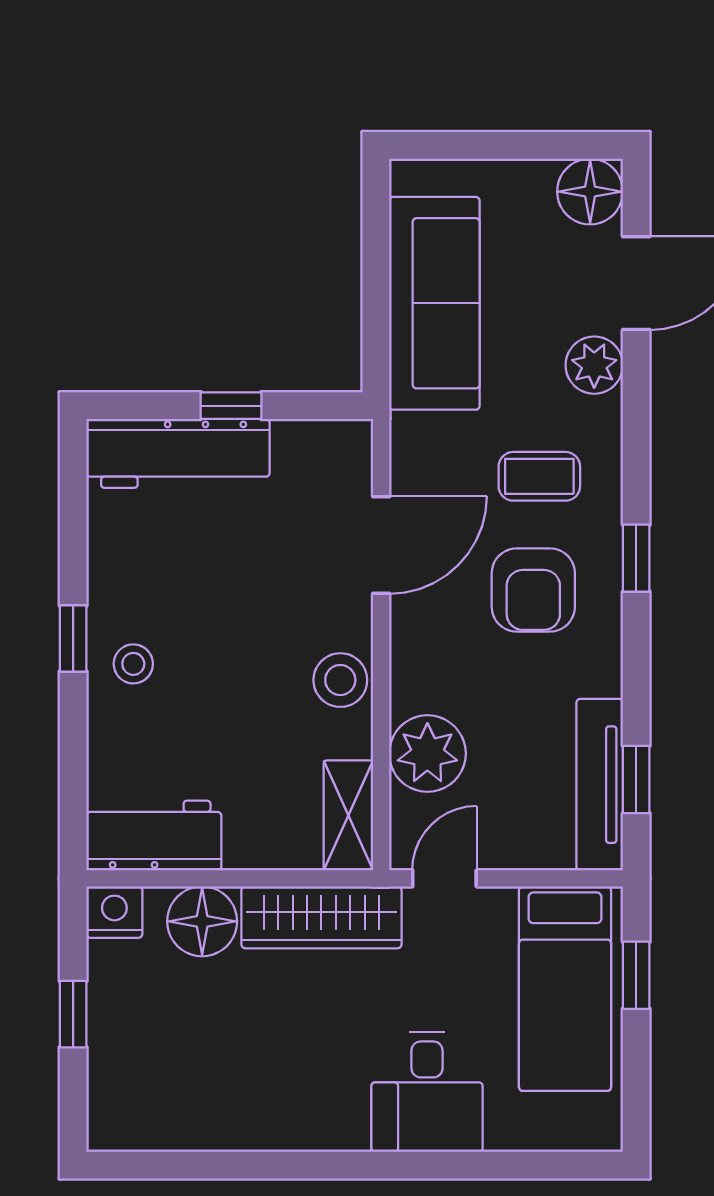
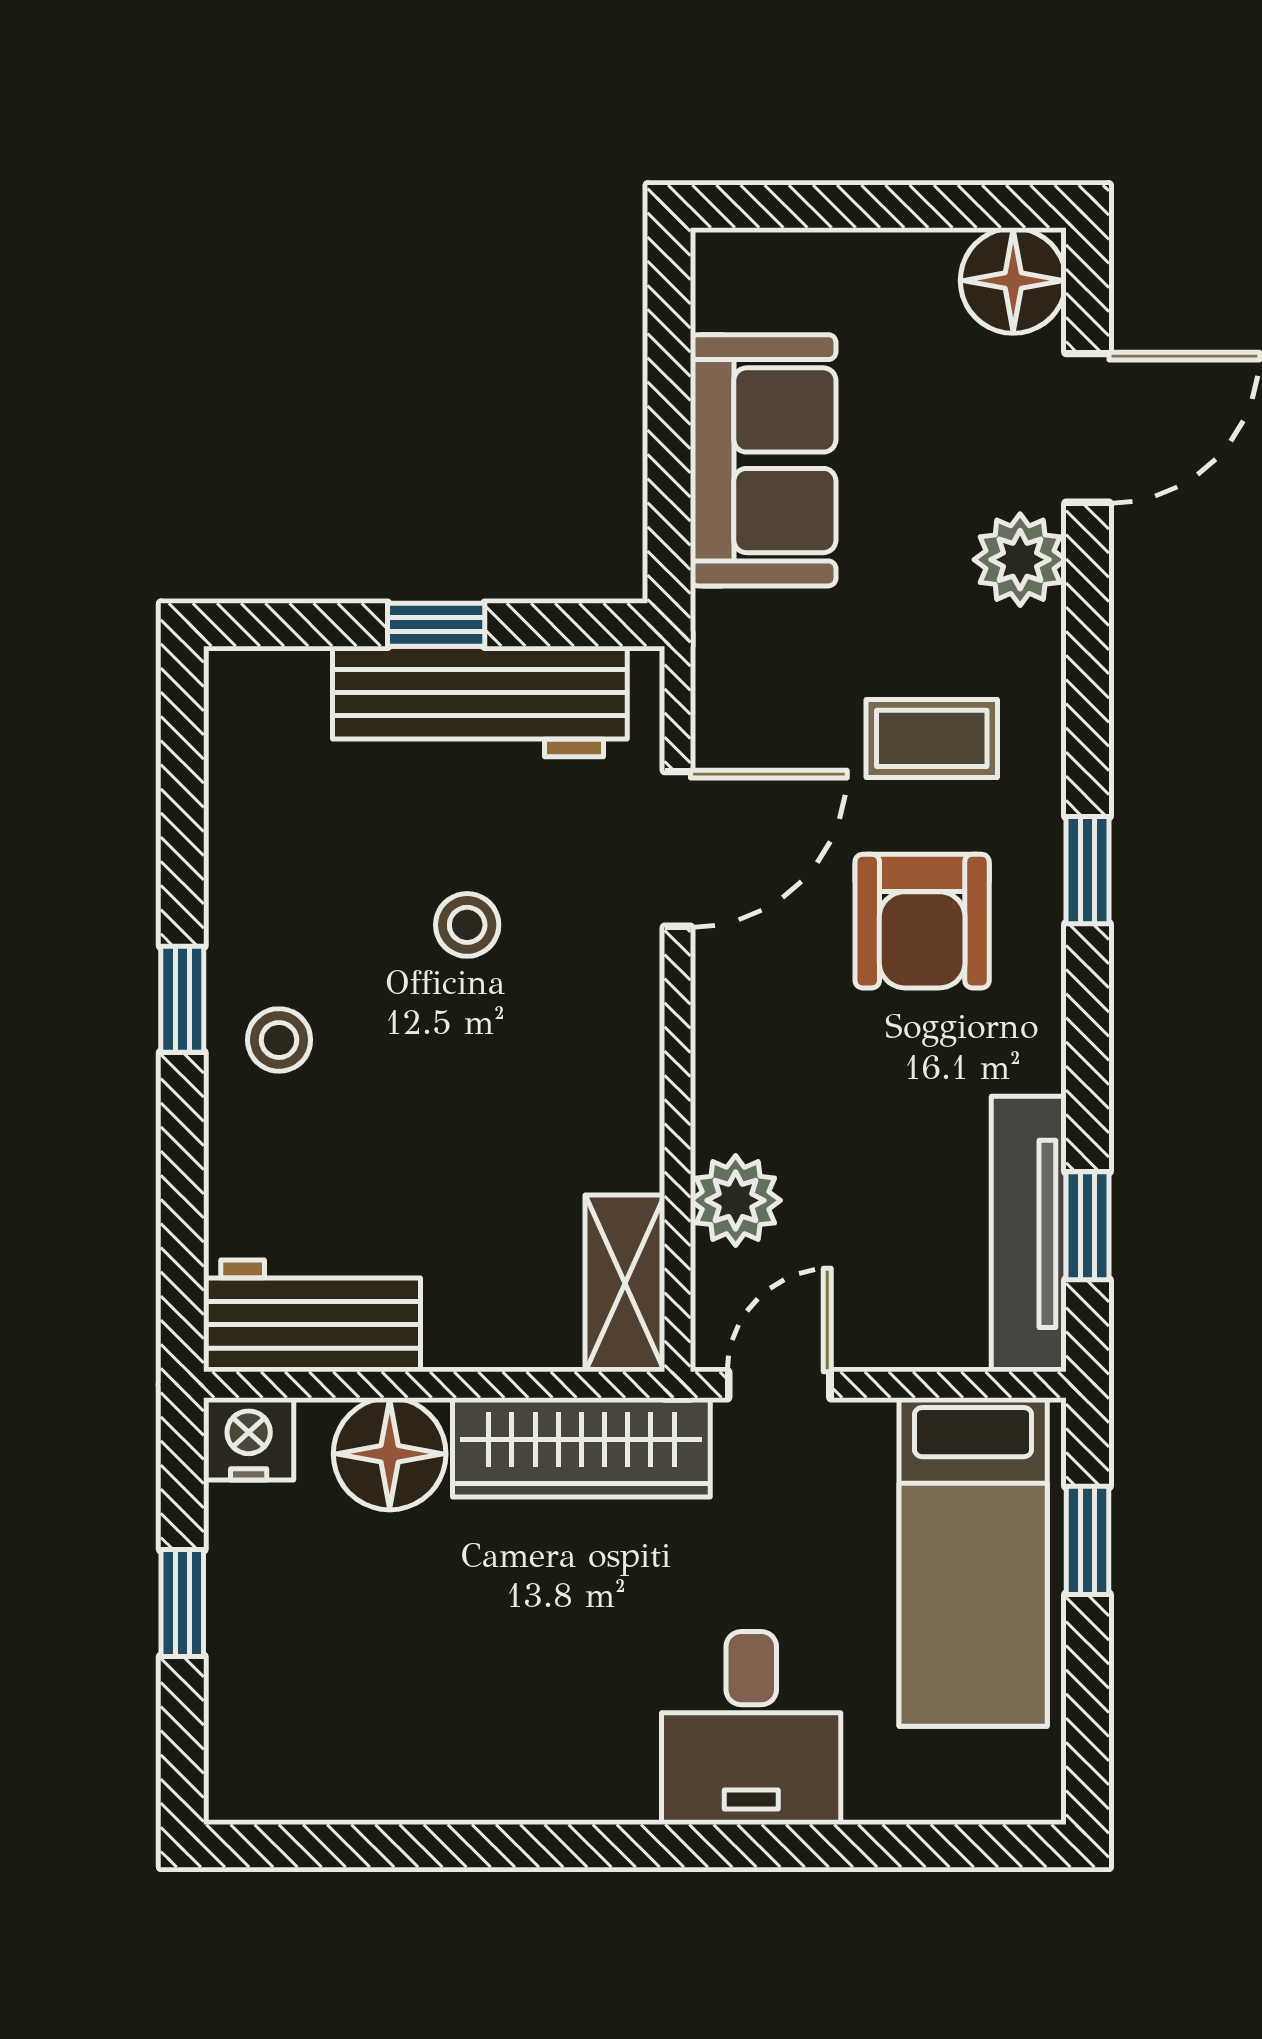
sofa: (434, 303) -> (763, 460), width x0.73
workbench: (178, 453) -> (480, 701), moved
stool: (340, 680) -> (467, 925), moved, width x0.73, depth x0.73
plant: (427, 754) -> (736, 1200), width x0.73, depth x0.73

